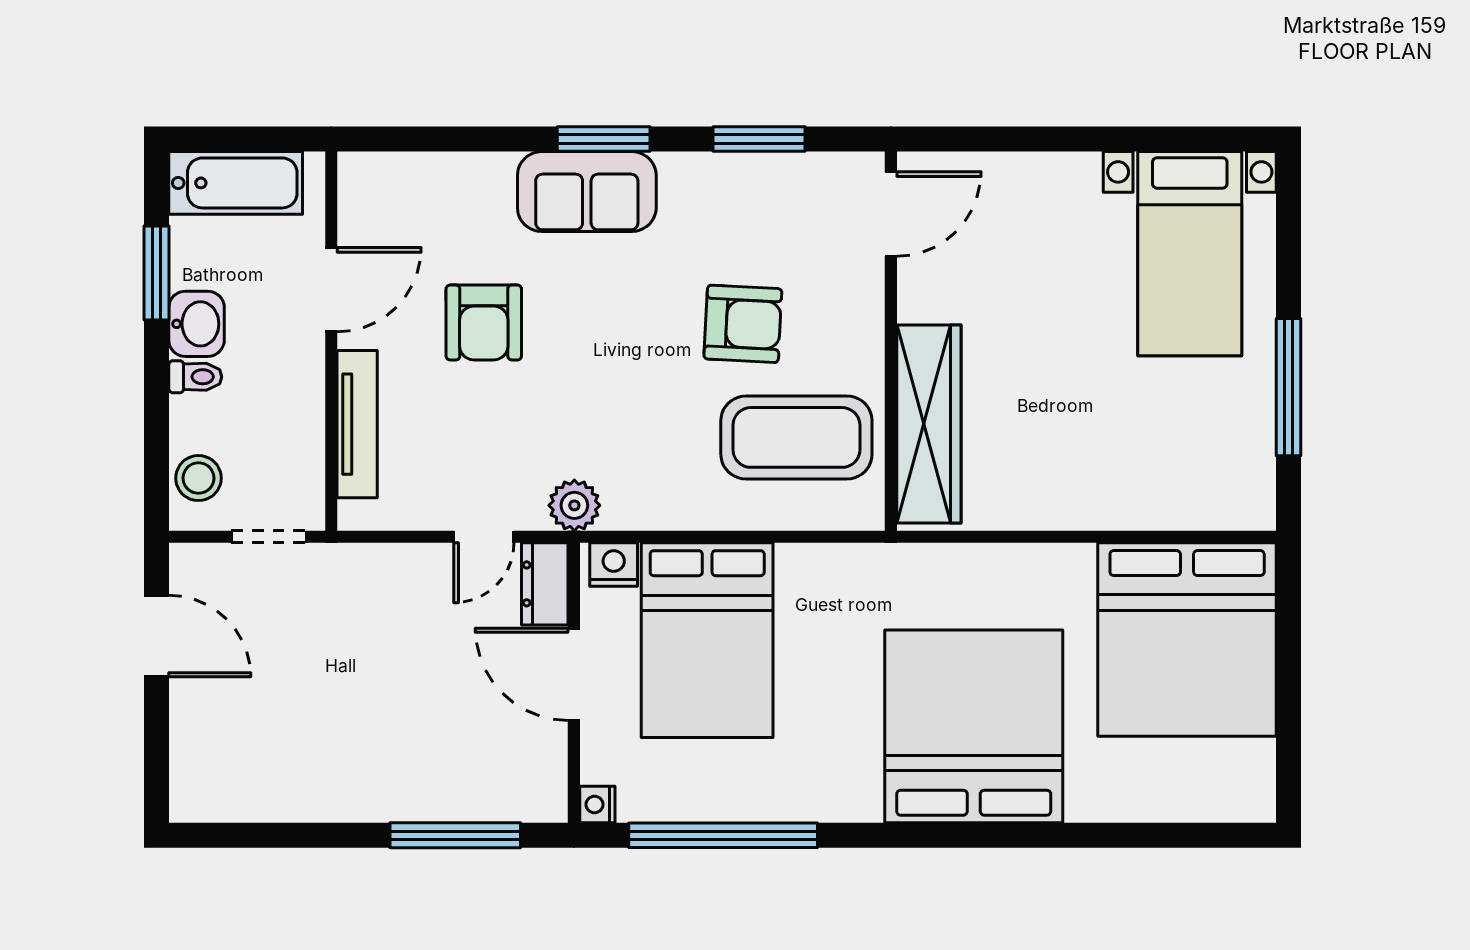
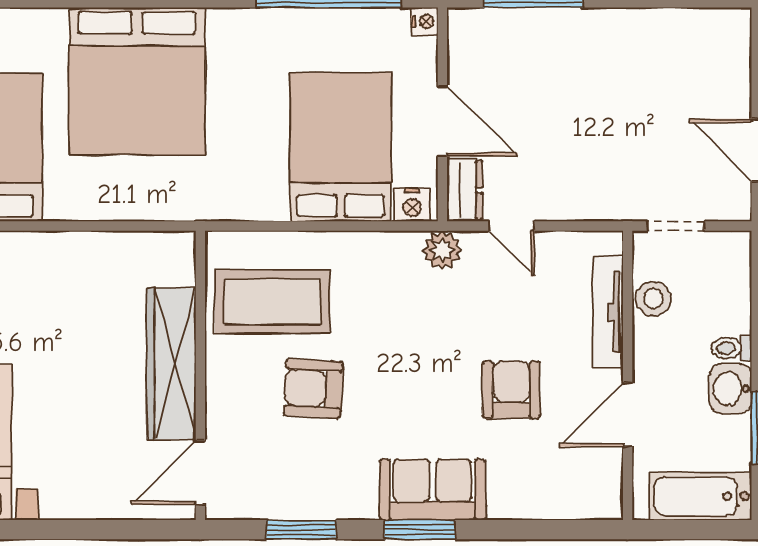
wardrobe: (929, 424) -> (171, 363), moved
stool: (198, 478) -> (653, 299), moved
door: (484, 537) -> (511, 226), swing flipped

